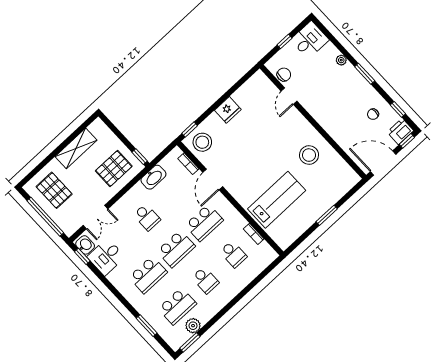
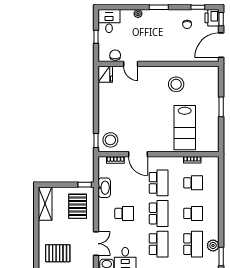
fridge: (228, 110) -> (105, 74), moved
shelving: (76, 148) -> (45, 204), moved
lab bench: (277, 200) -> (185, 128), turned 180

